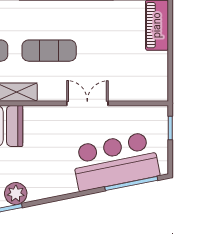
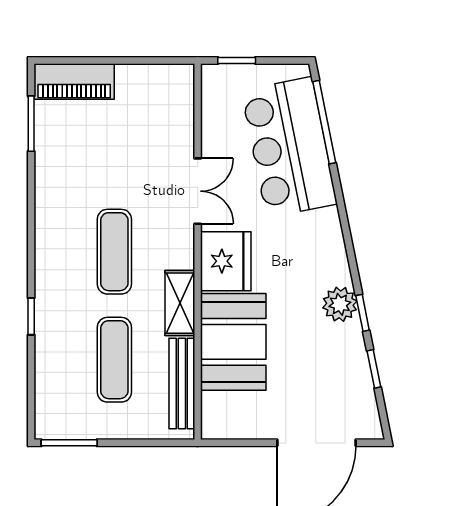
double door: (87, 103) -> (198, 191), swing flipped
fridge: (43, 121) -> (226, 261), added

